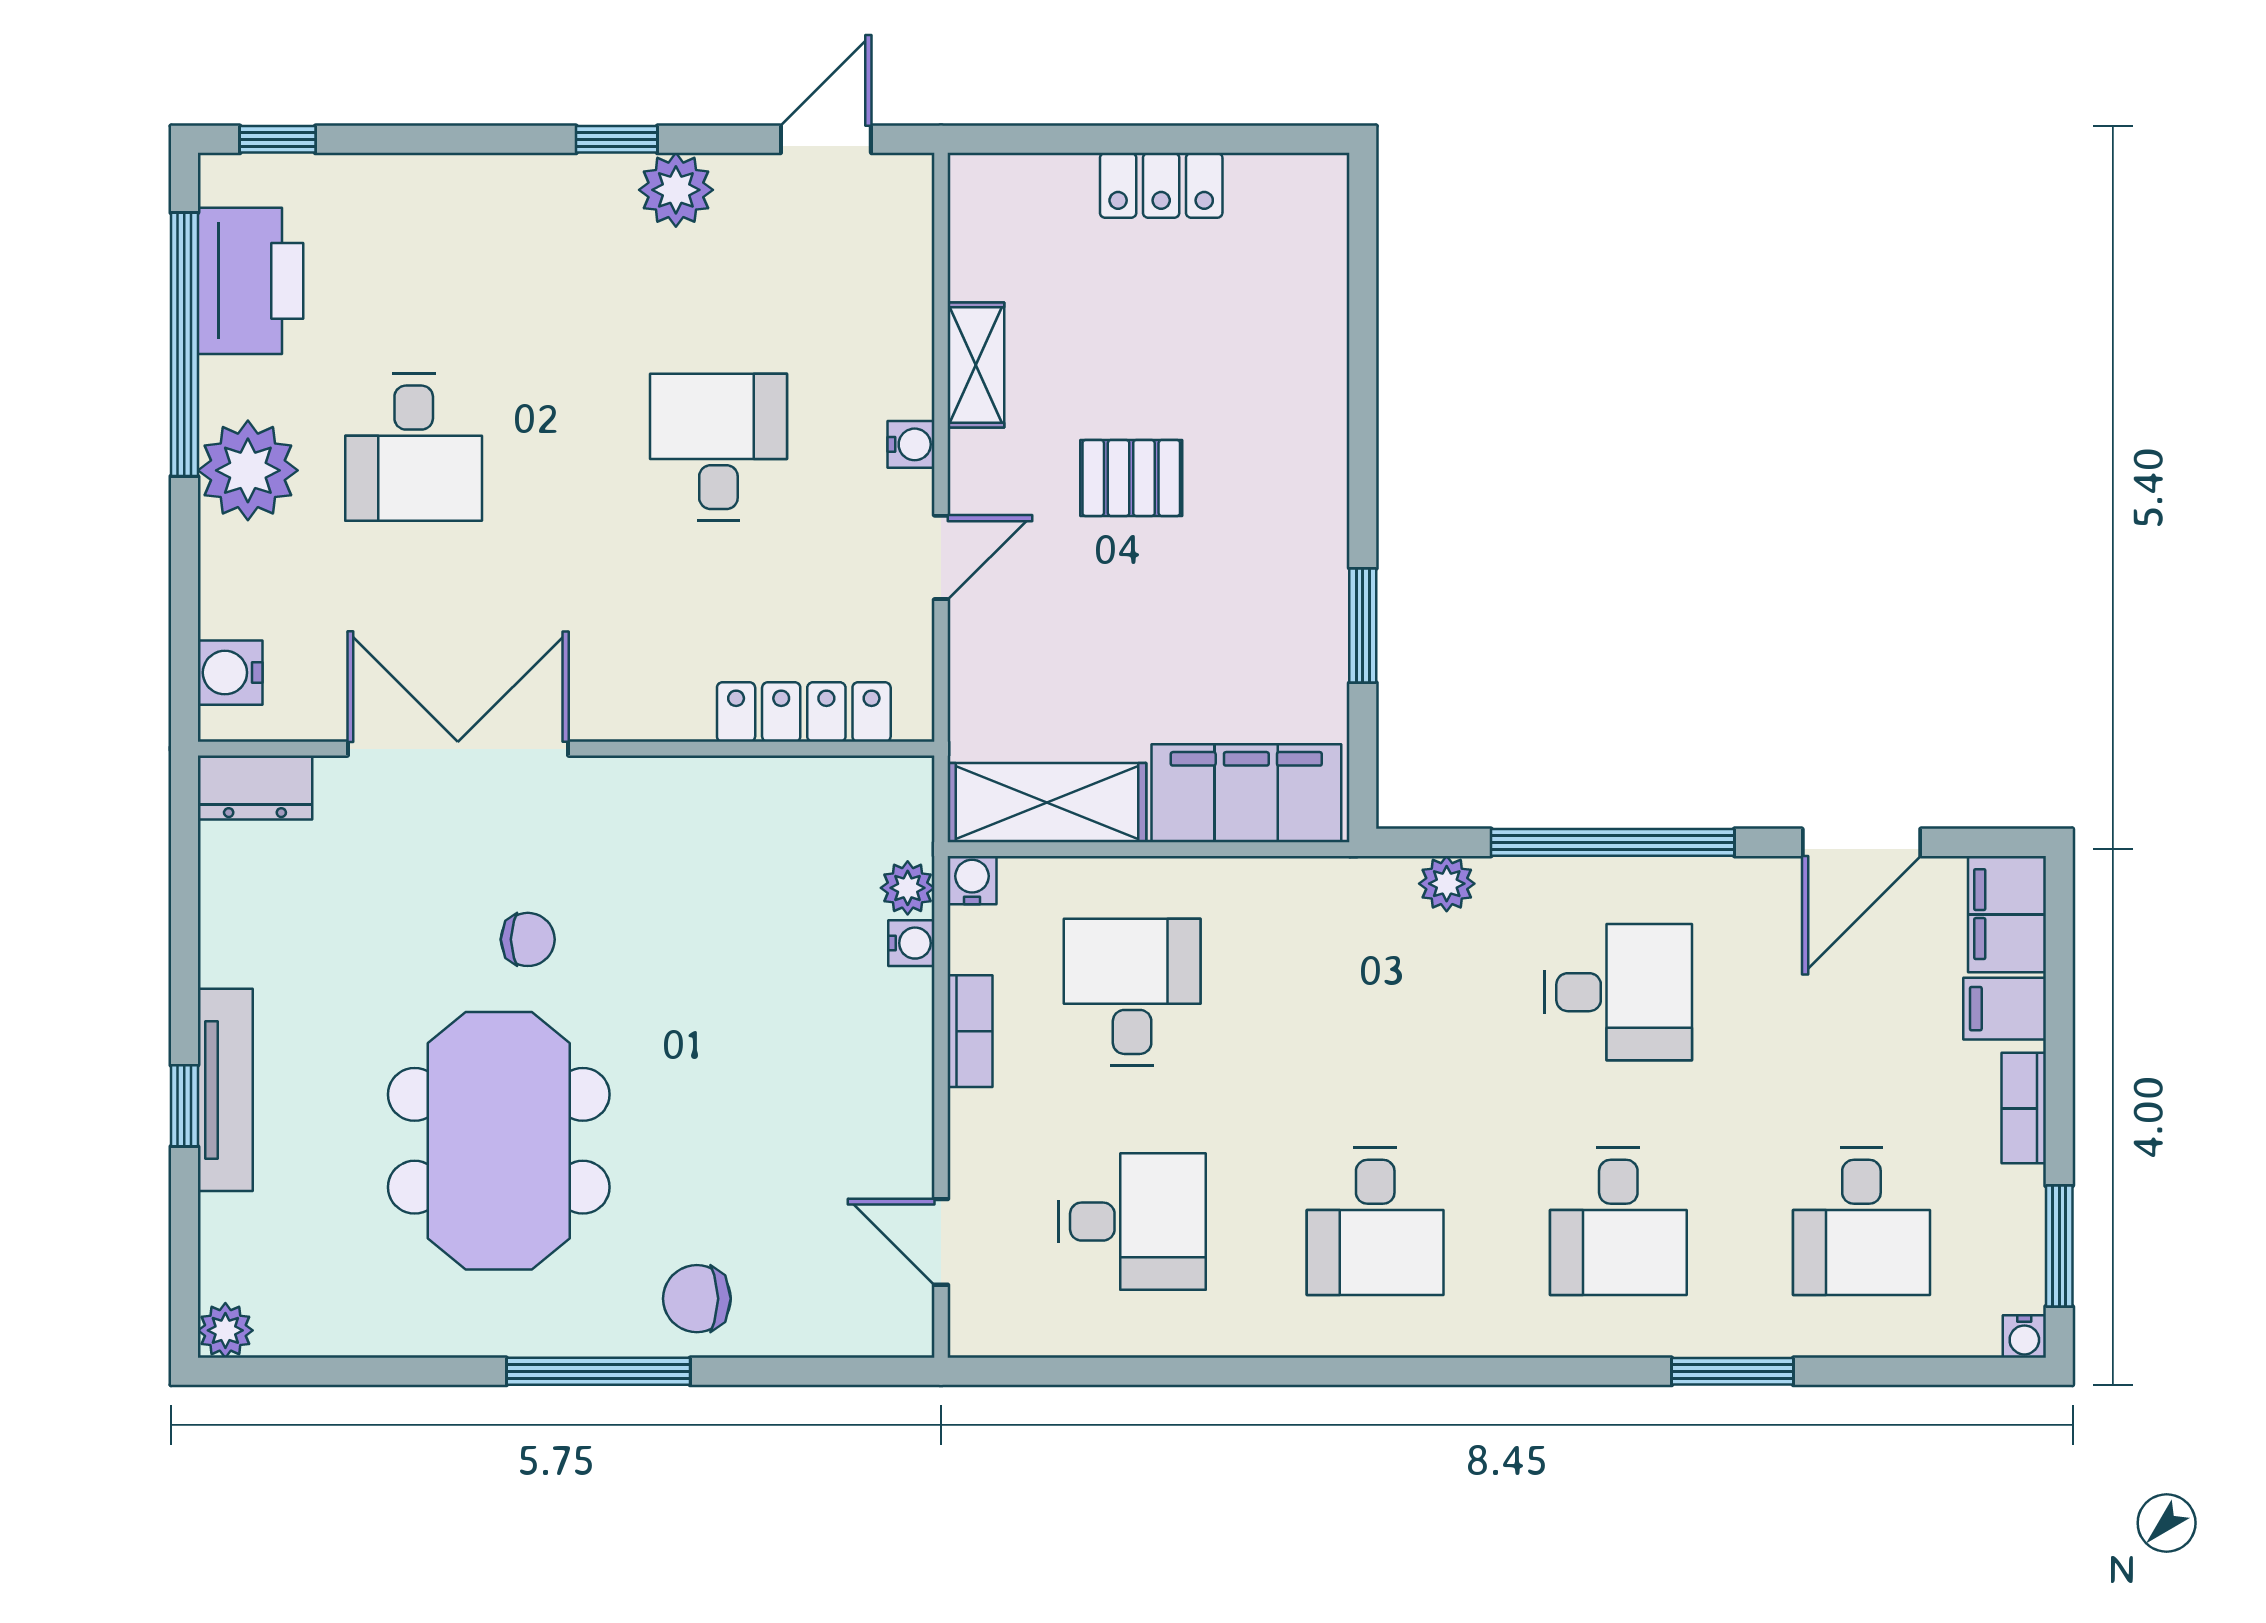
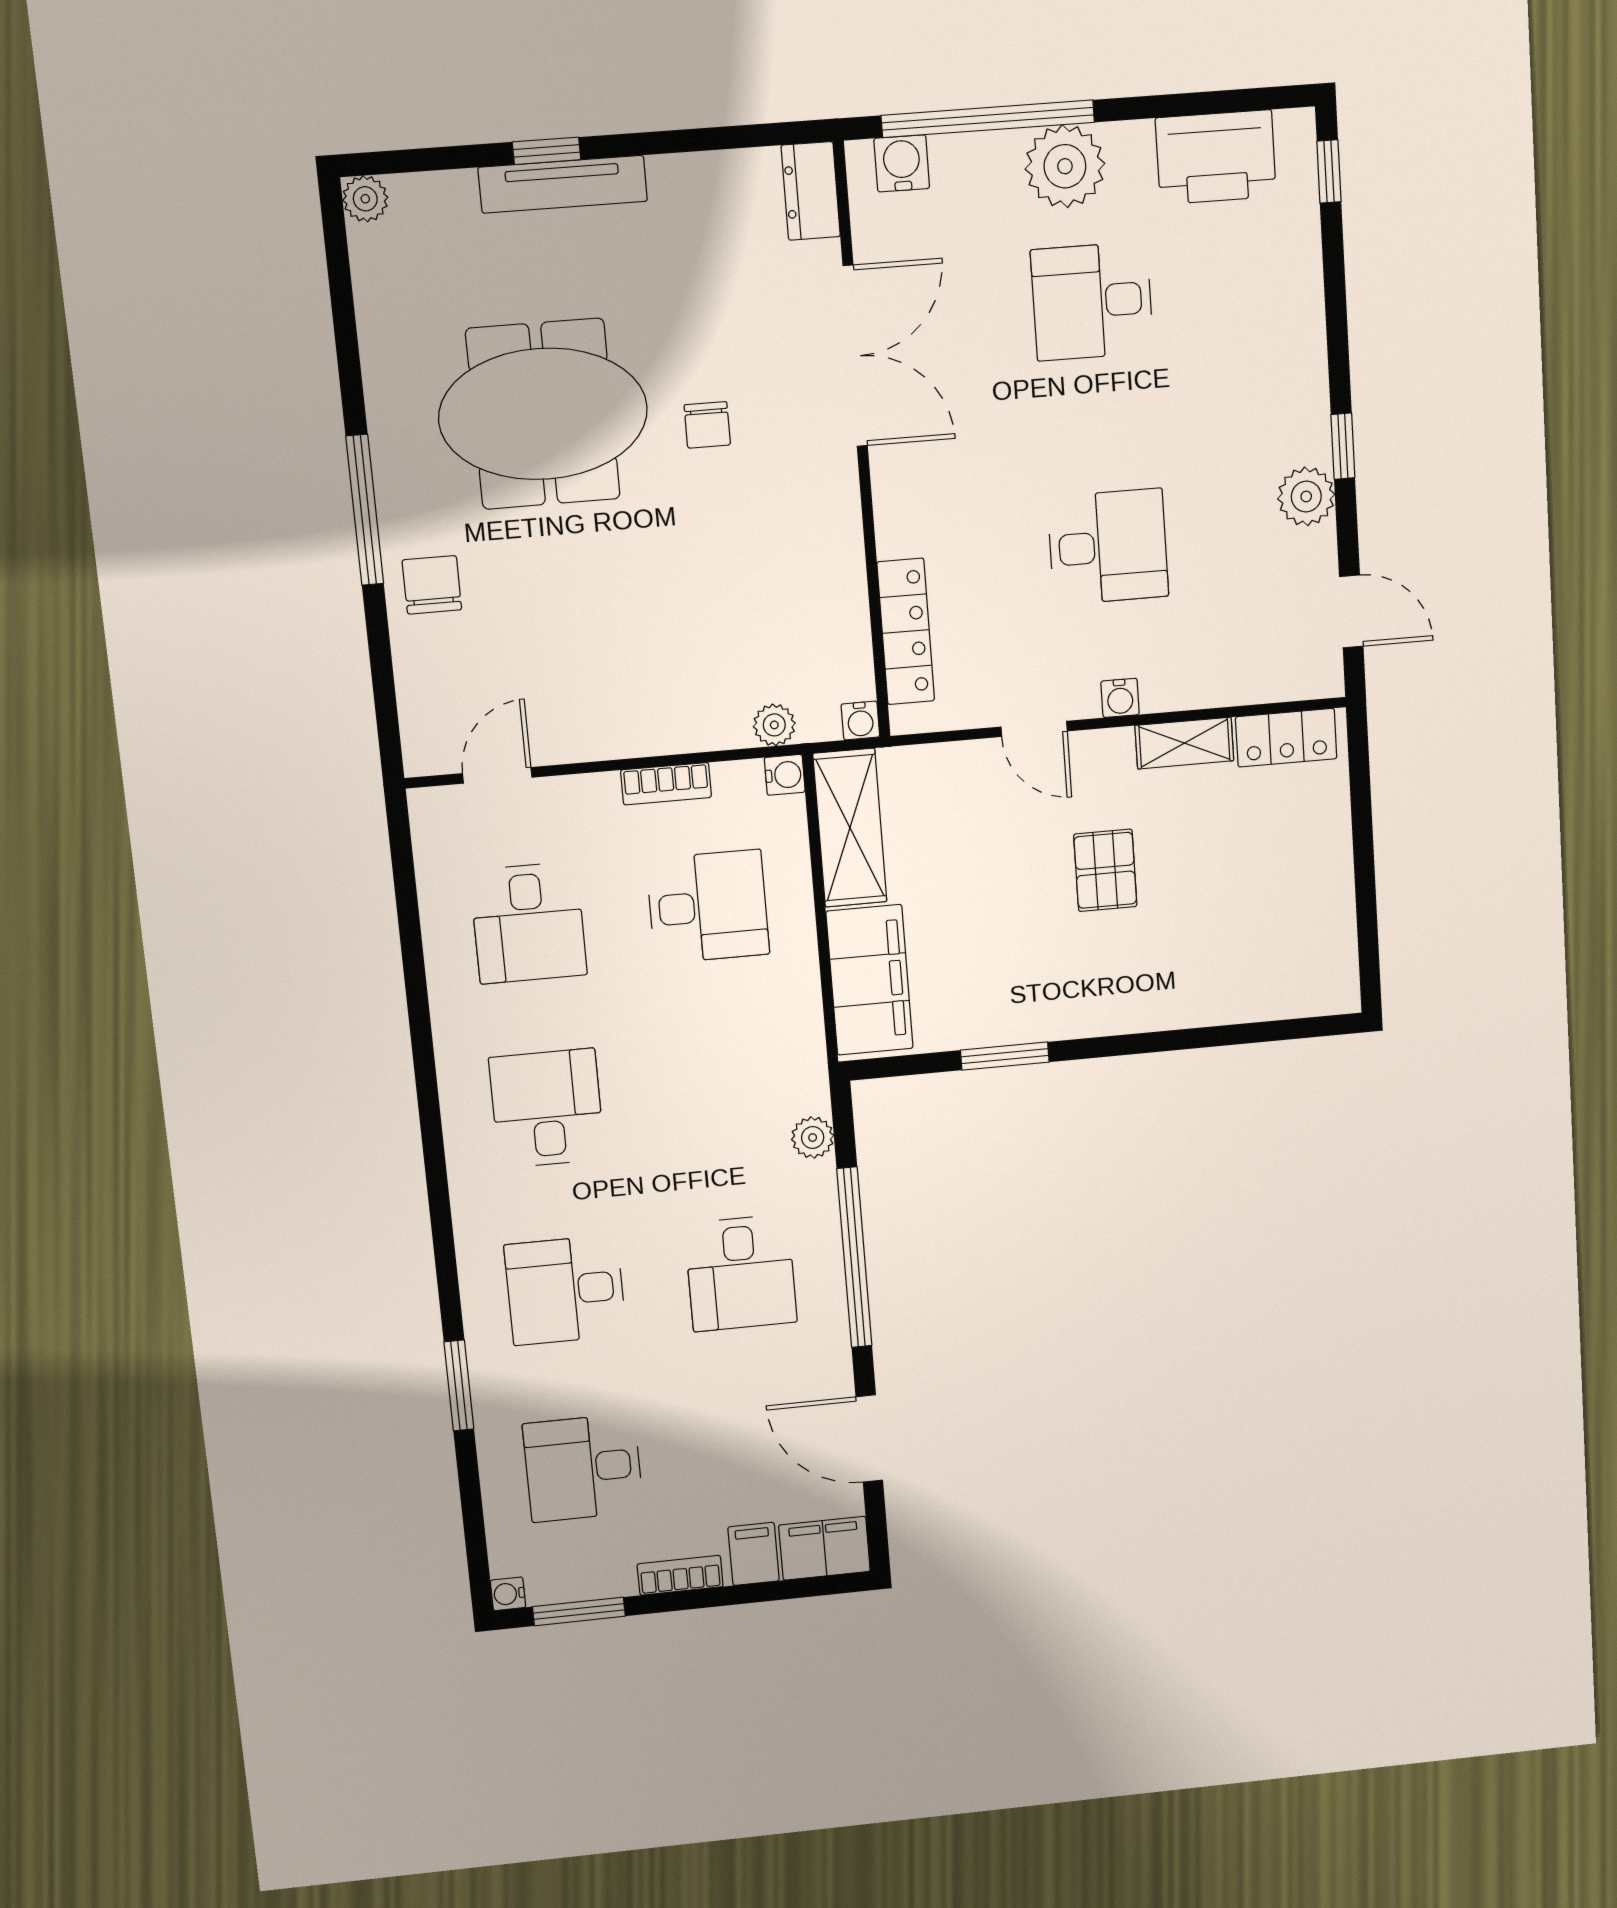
locker: (1161, 185) -> (1286, 738), moved, turned -90
window: (184, 344) -> (988, 119), moved
water cooler: (911, 943) -> (860, 721), moved
desk: (1375, 1222) -> (547, 1108), turned 90

